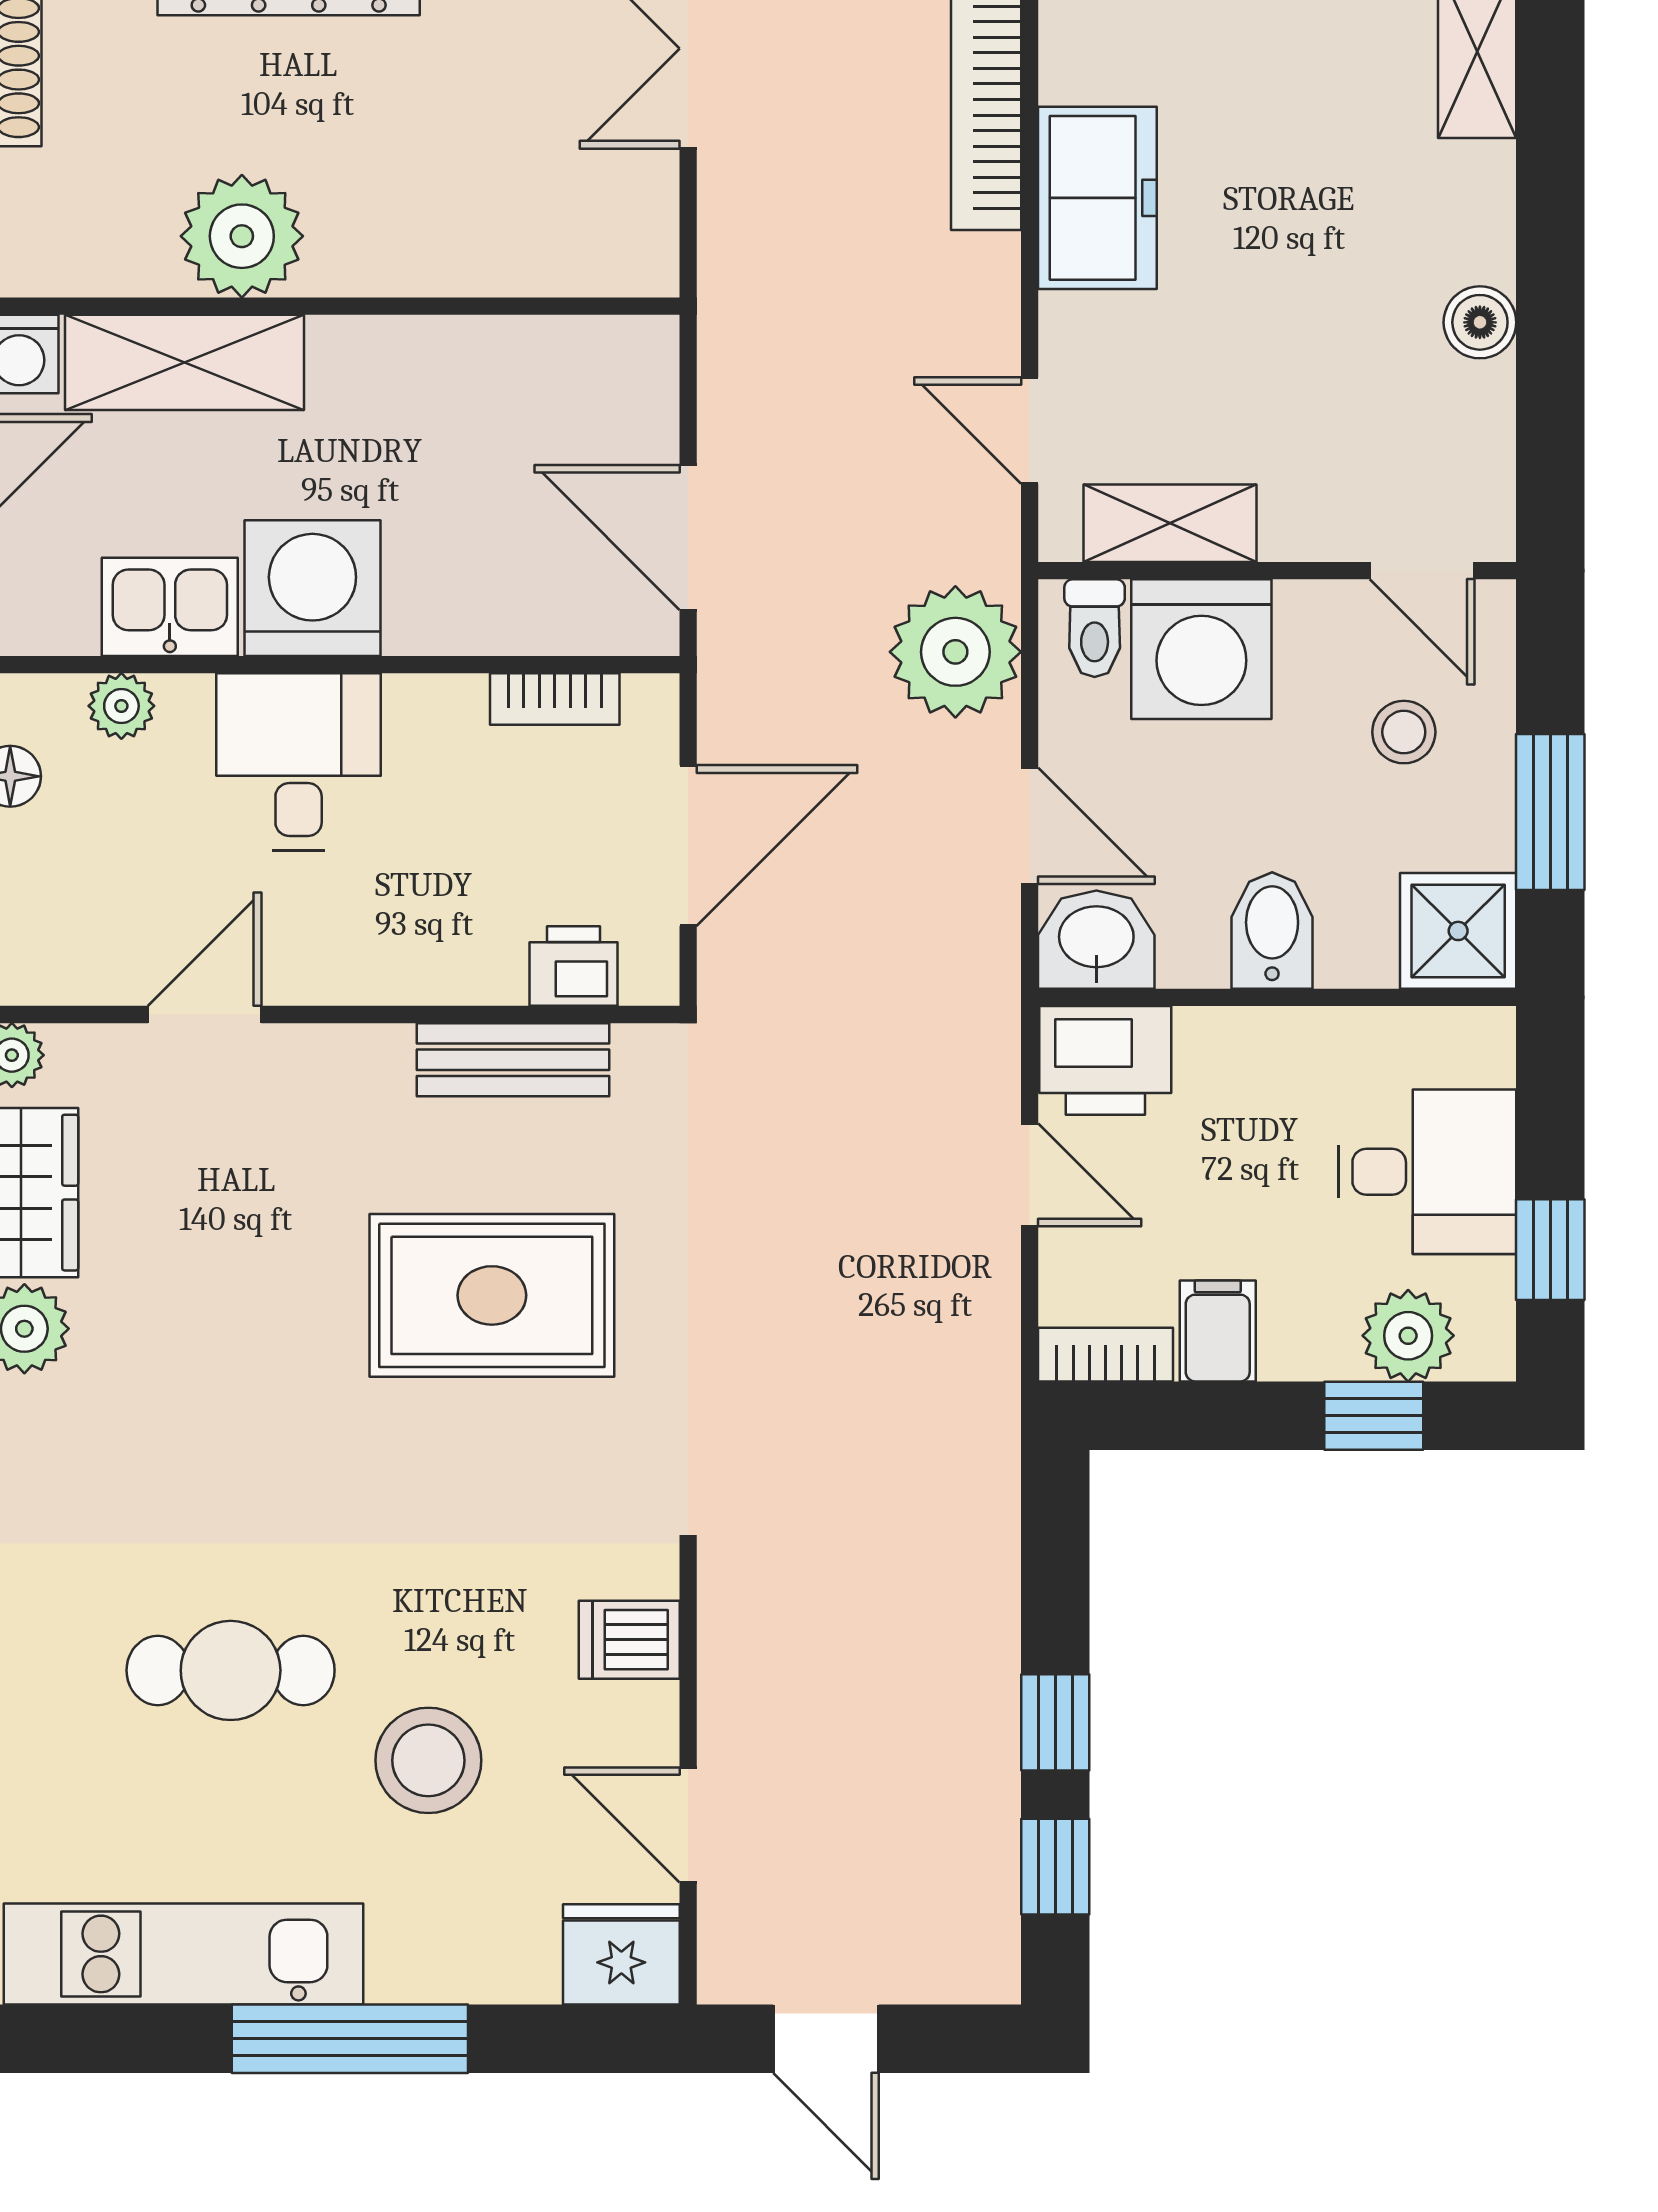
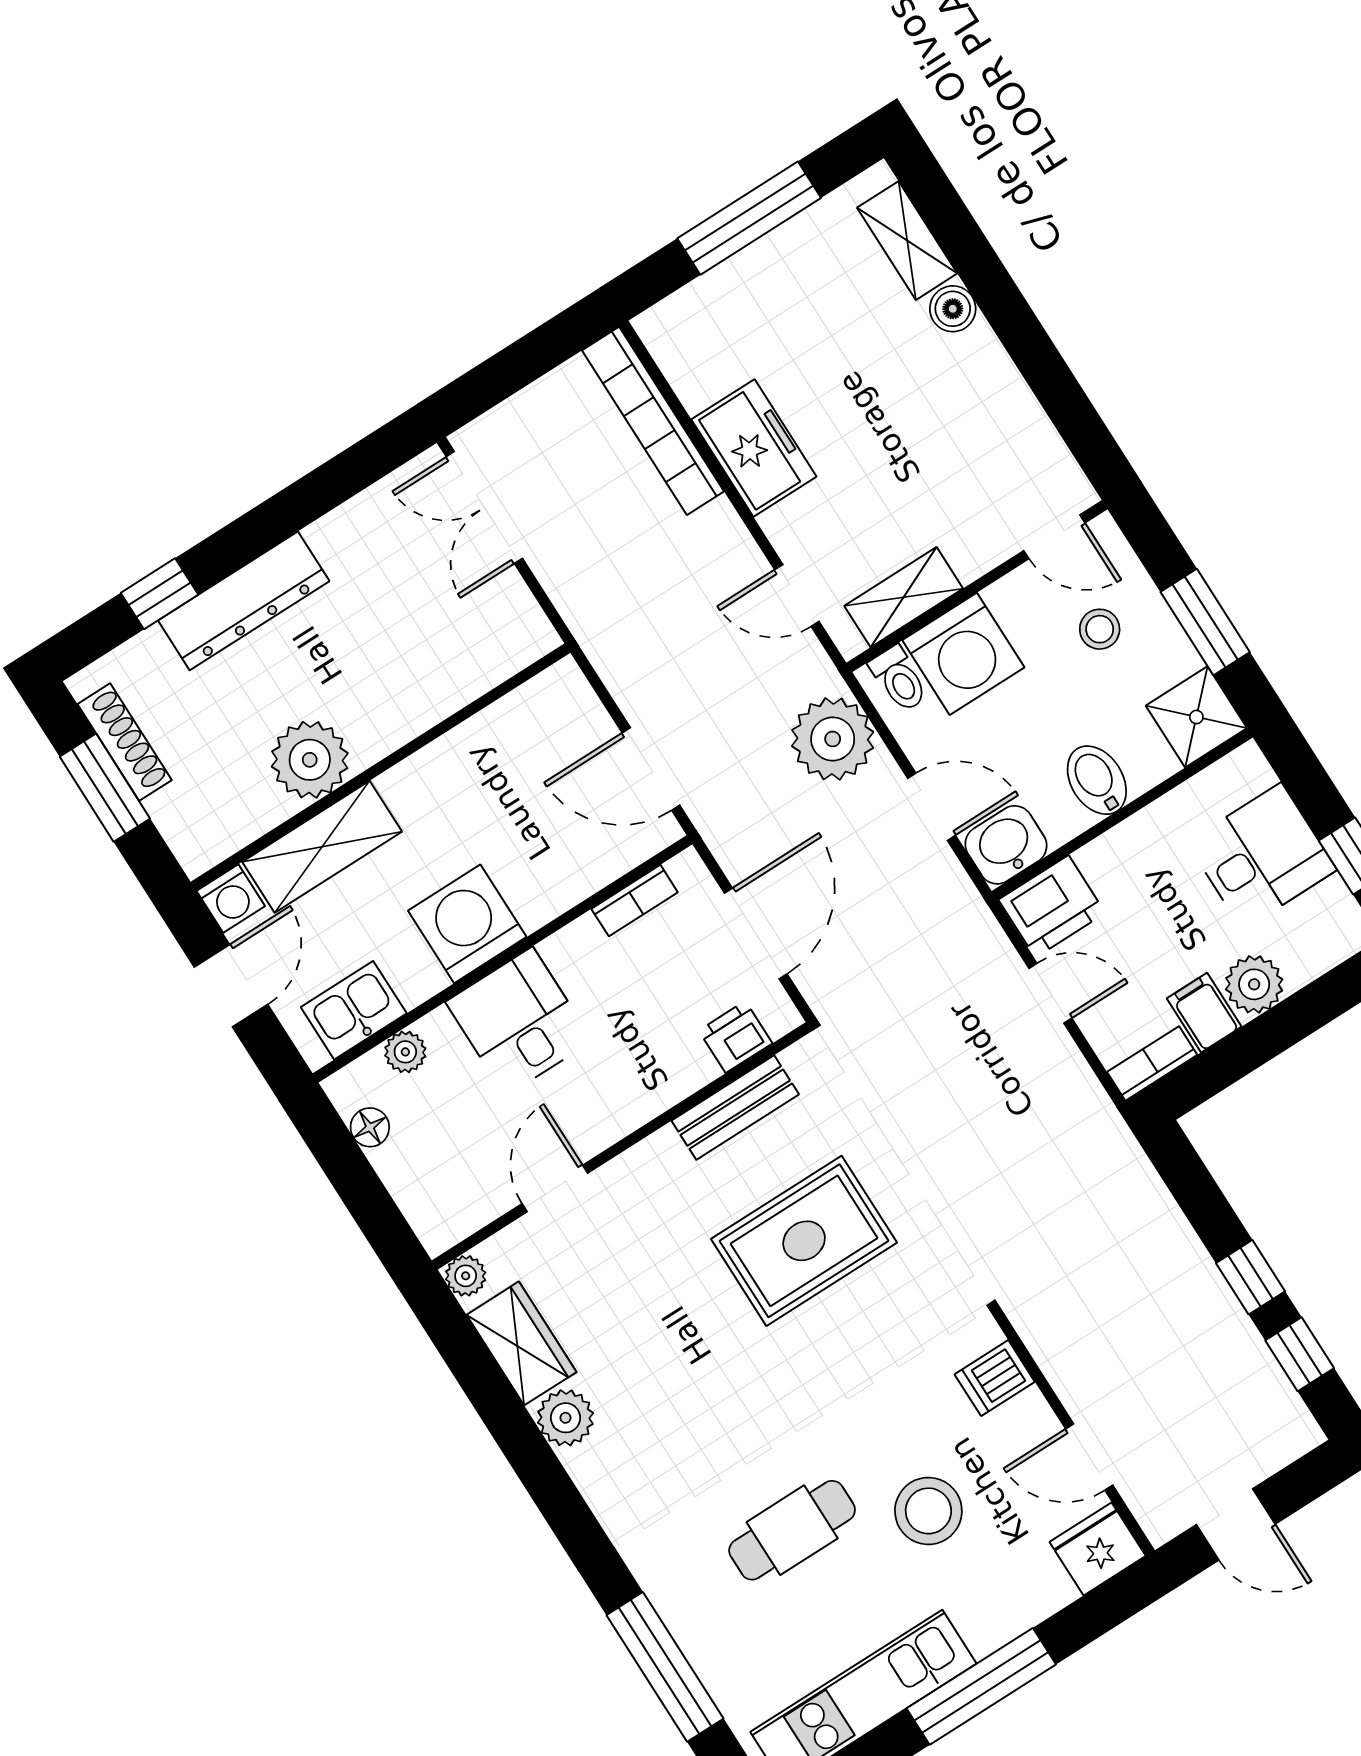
boiler: (1480, 322) -> (953, 309), moved
kitchen sink: (170, 607) -> (354, 1010), moved
plant: (1408, 1336) -> (1254, 984), moved
window: (1374, 1416) -> (1316, 1005), removed

